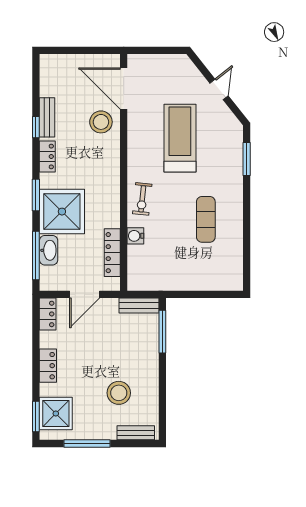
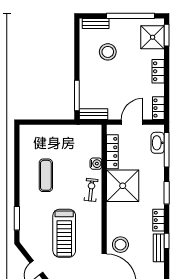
shower: (62, 212) -> (123, 186), moved
washbasin: (49, 250) -> (158, 143), moved
window: (87, 443) -> (130, 16), width x1.46

